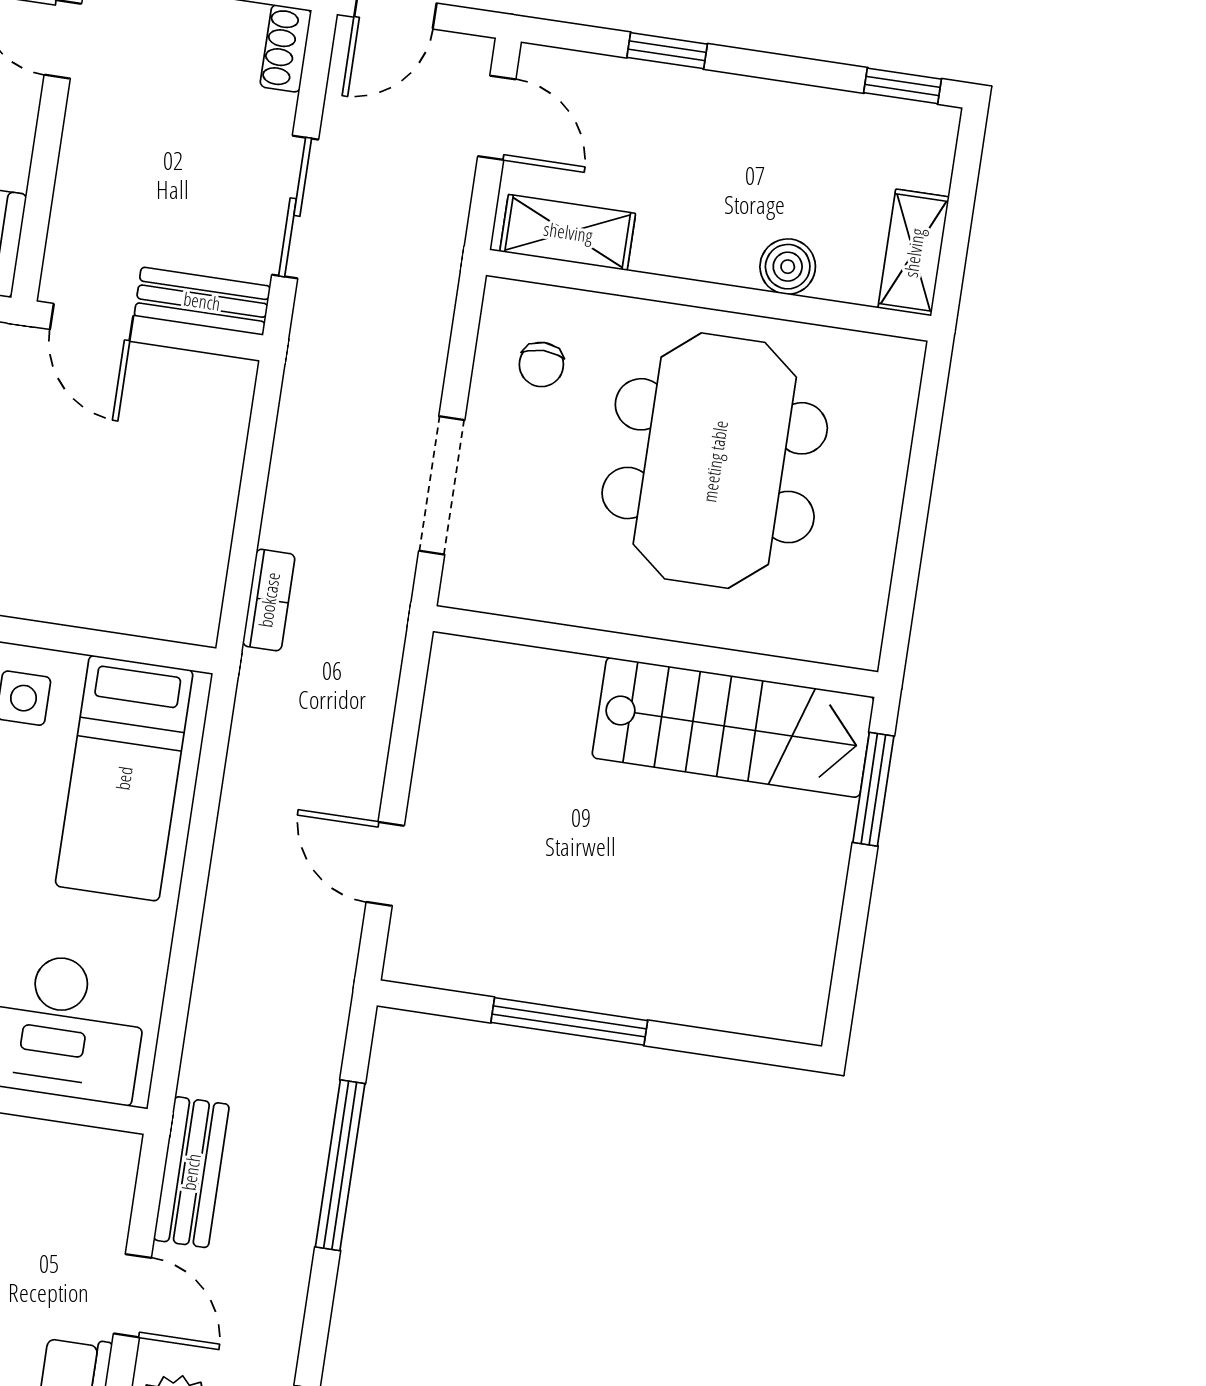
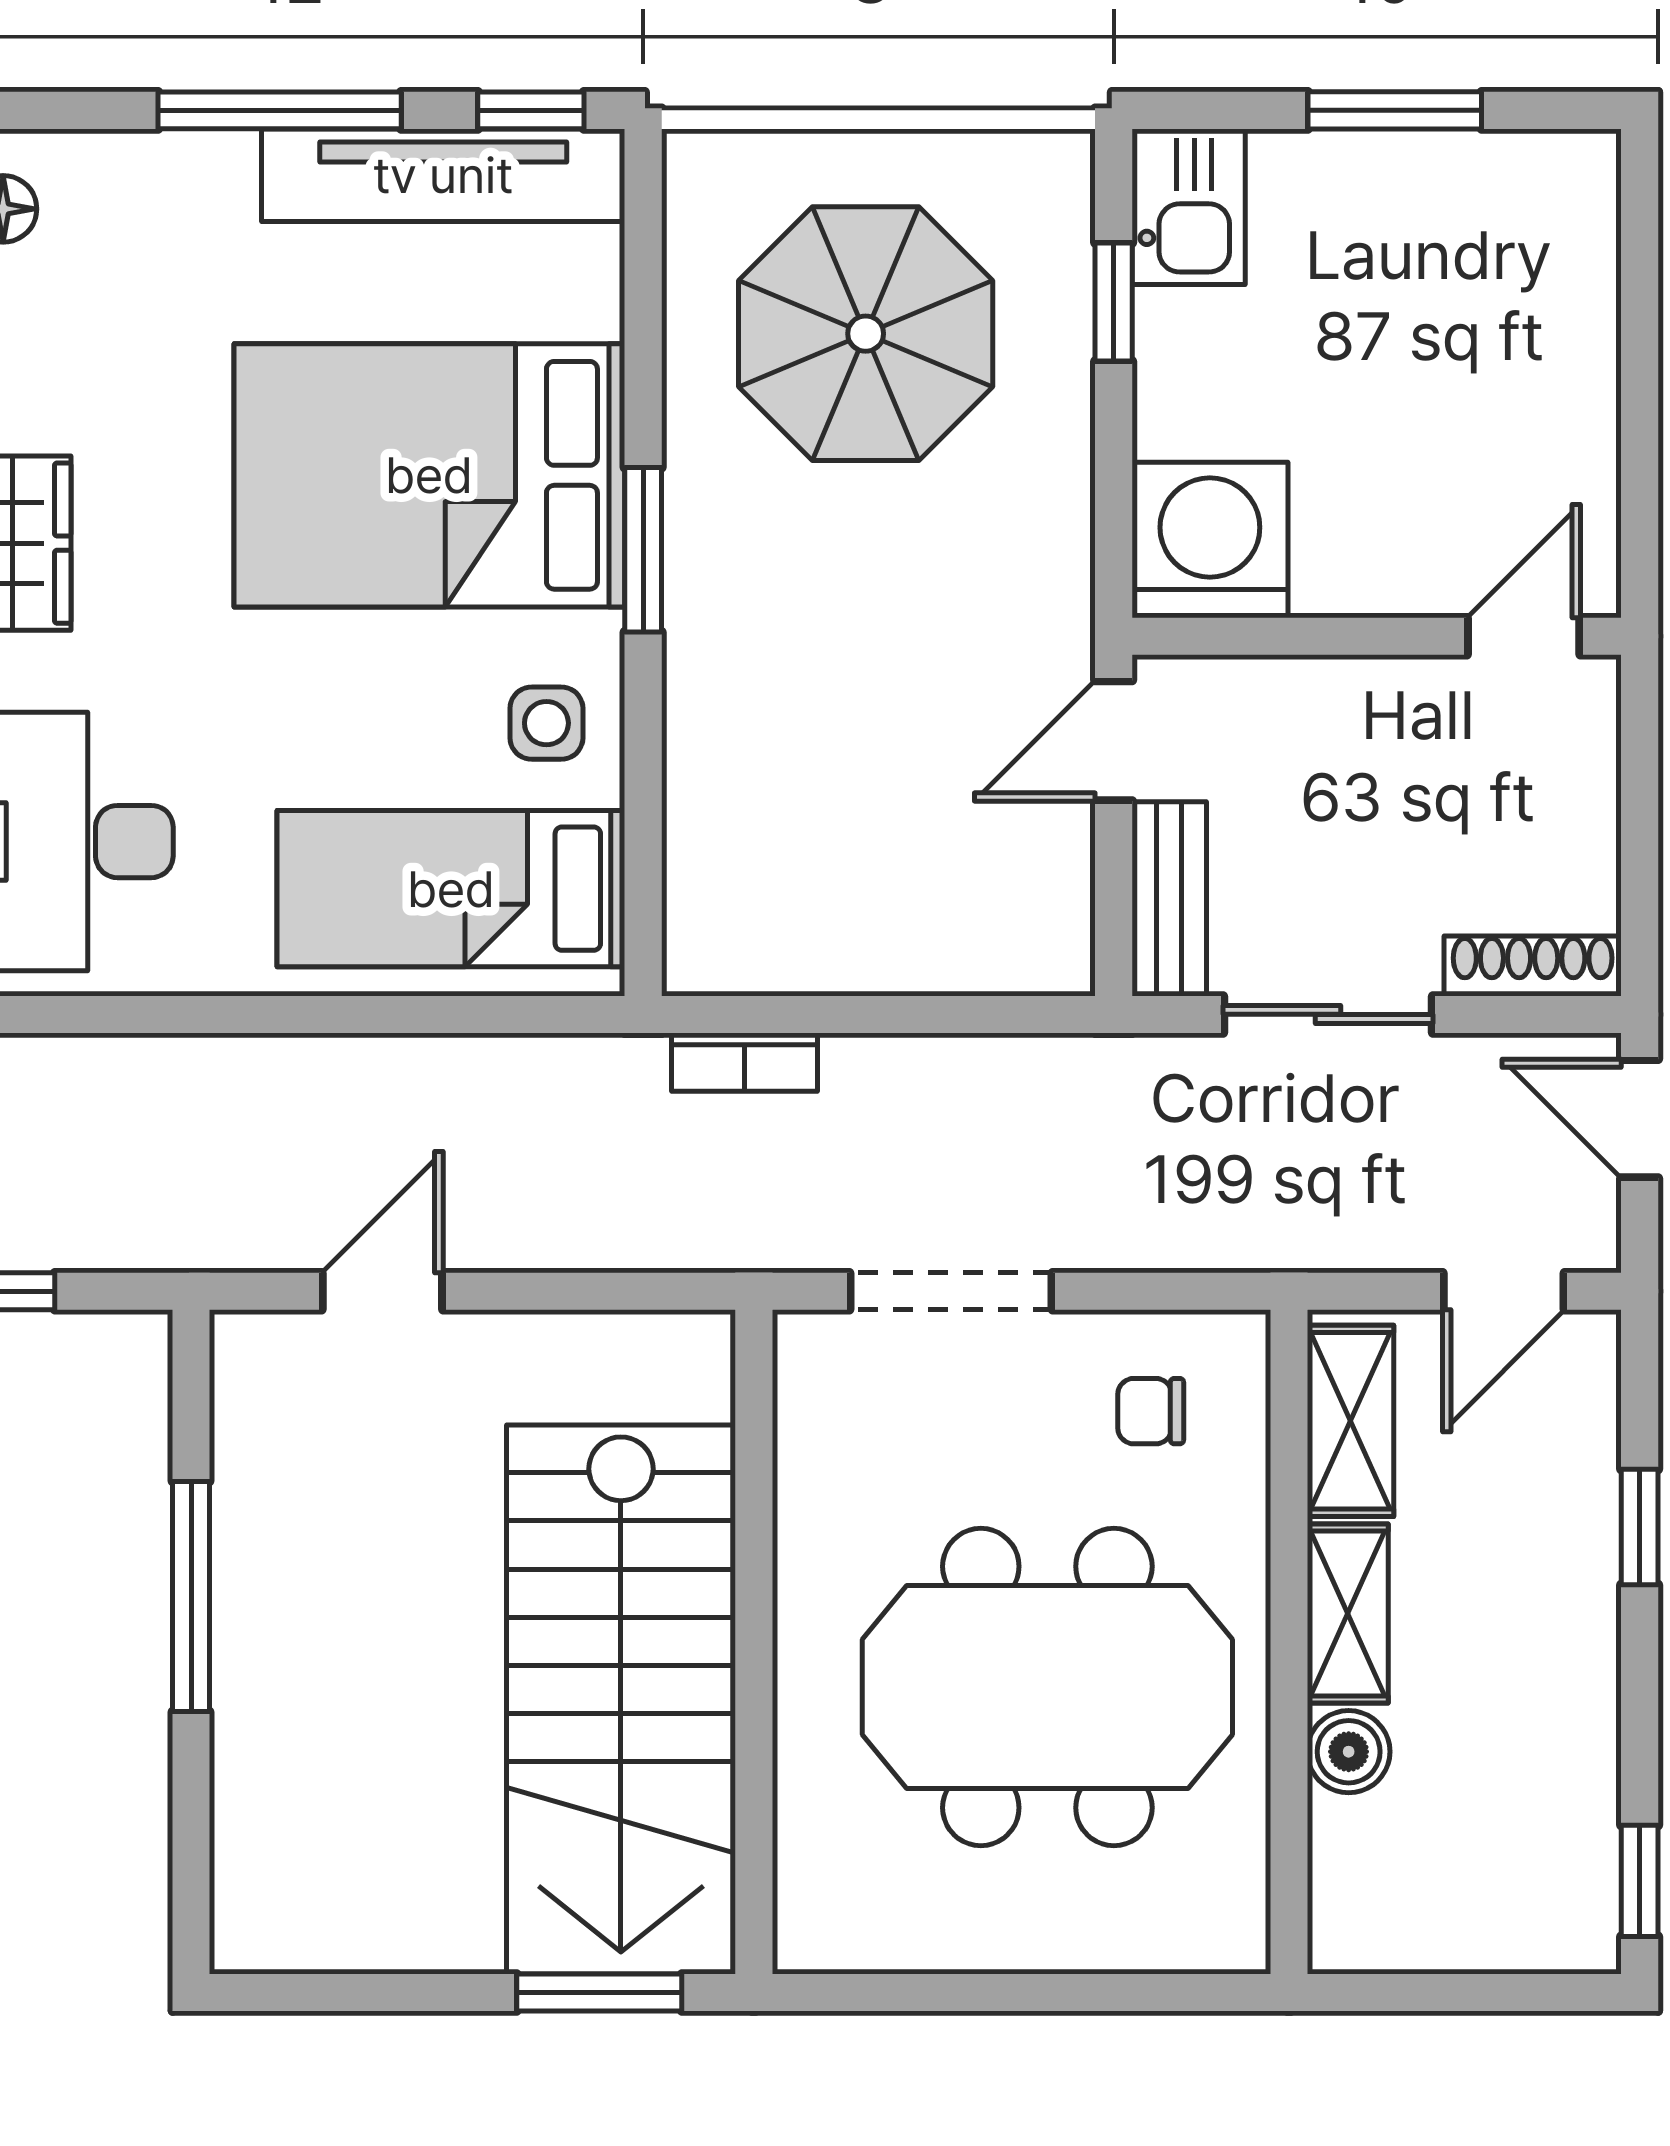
shoe rack: (286, 48) -> (1533, 966), width x1.43
shelving: (914, 253) -> (1348, 1614), moved, turned 90
stairs: (733, 727) -> (621, 1699), width x1.36, depth x1.51

